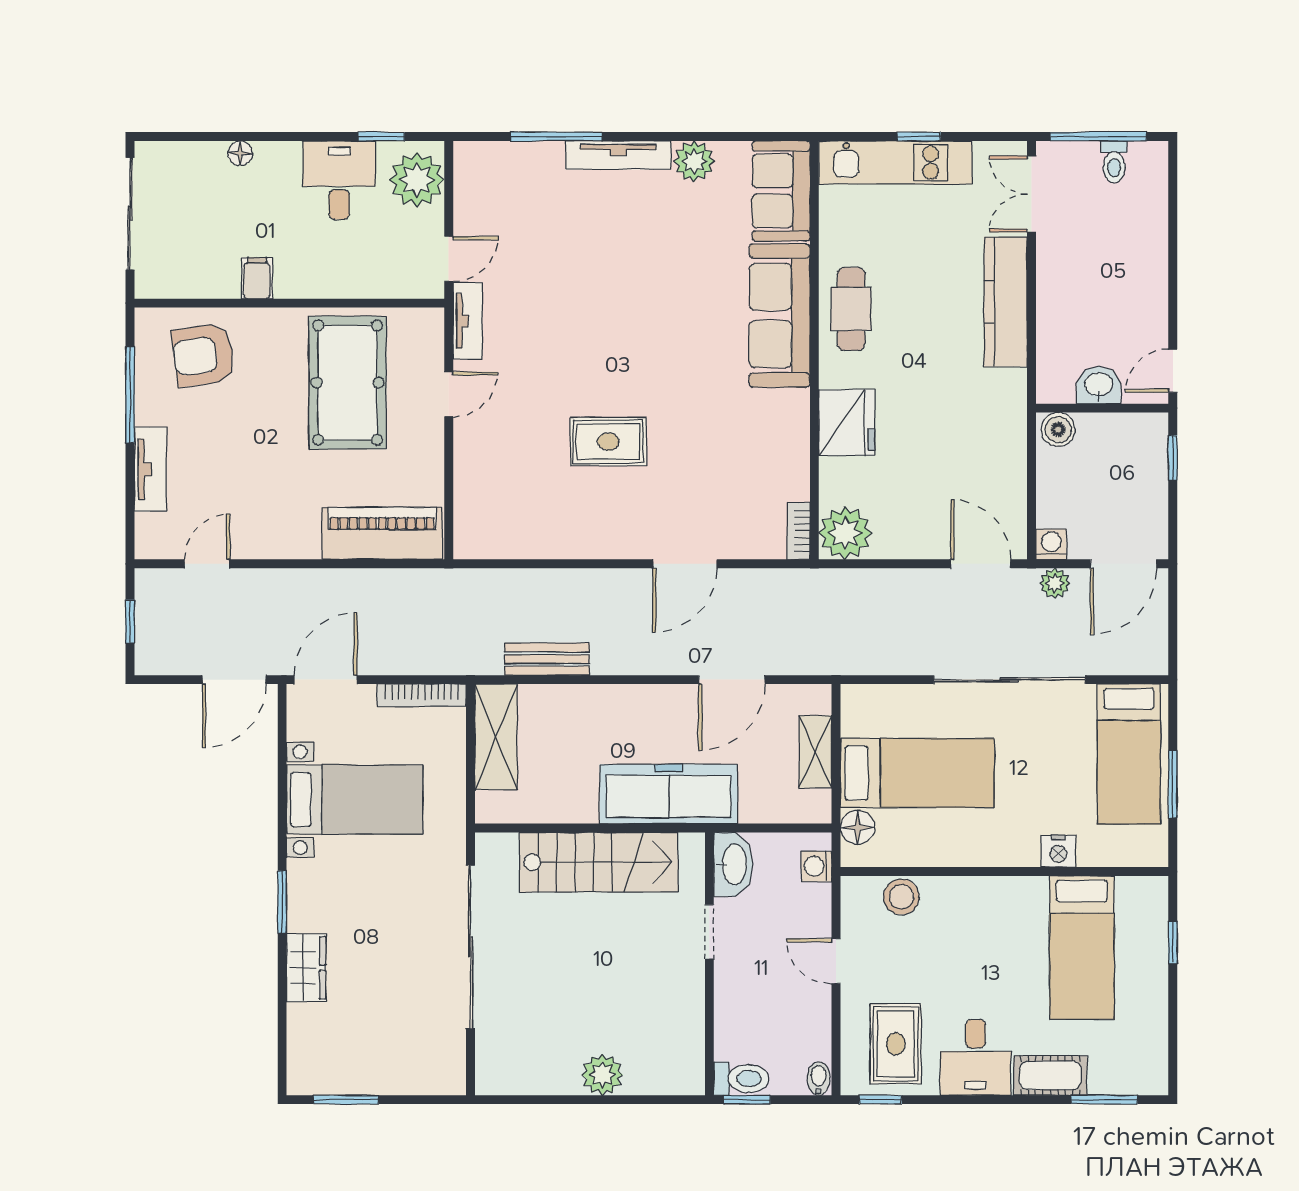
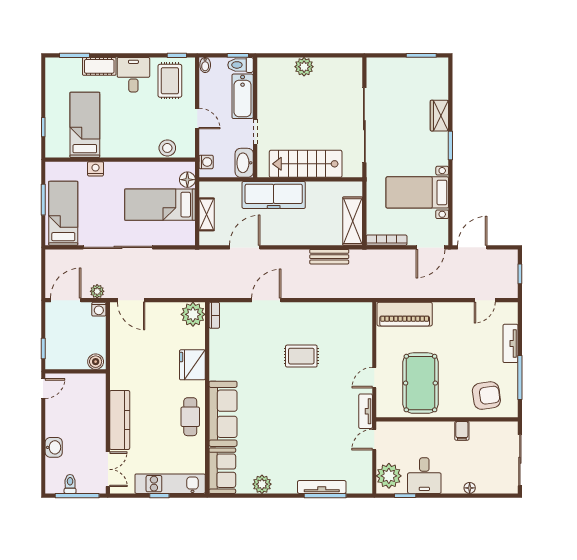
tv unit: (618, 155) -> (322, 487), moved
washbasin: (1099, 385) -> (54, 447), moved, turned -90
bathtub: (737, 1010) -> (243, 96), added

